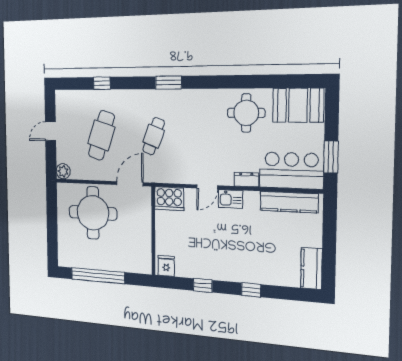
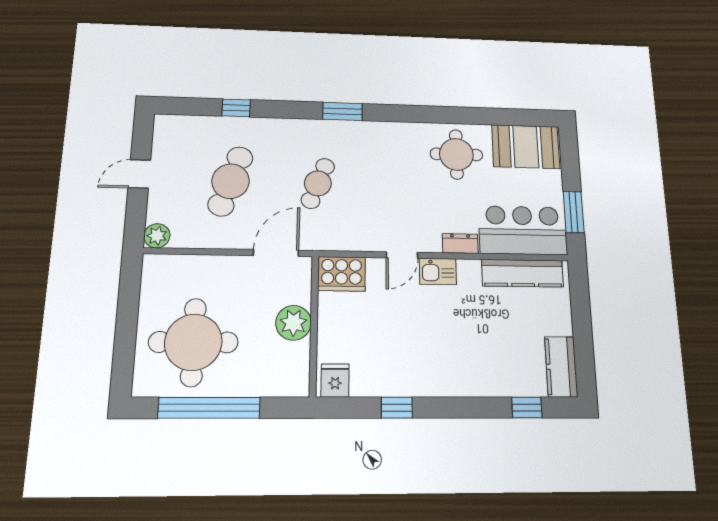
round table: (93, 213) -> (193, 342), moved
plant: (141, 229) -> (293, 323), added
window: (251, 290) -> (527, 408), moved

